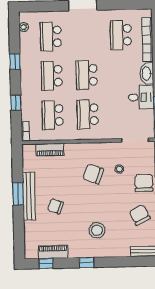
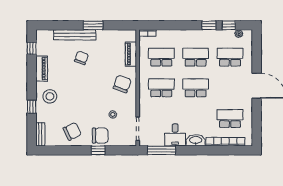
window: (16, 103) -> (229, 25), moved
chair: (93, 174) -> (122, 84), moved
bench: (29, 196) -> (75, 35), moved
stool: (97, 230) -> (50, 96), moved
piano: (53, 252) -> (42, 69), moved
window: (87, 263) -> (32, 107), moved

